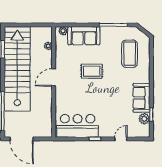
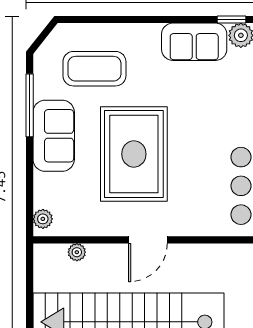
sofa: (84, 36) -> (54, 136), moved
rug: (92, 71) -> (134, 154), width x1.86, depth x2.06
door: (54, 77) -> (148, 240), hinge flipped

